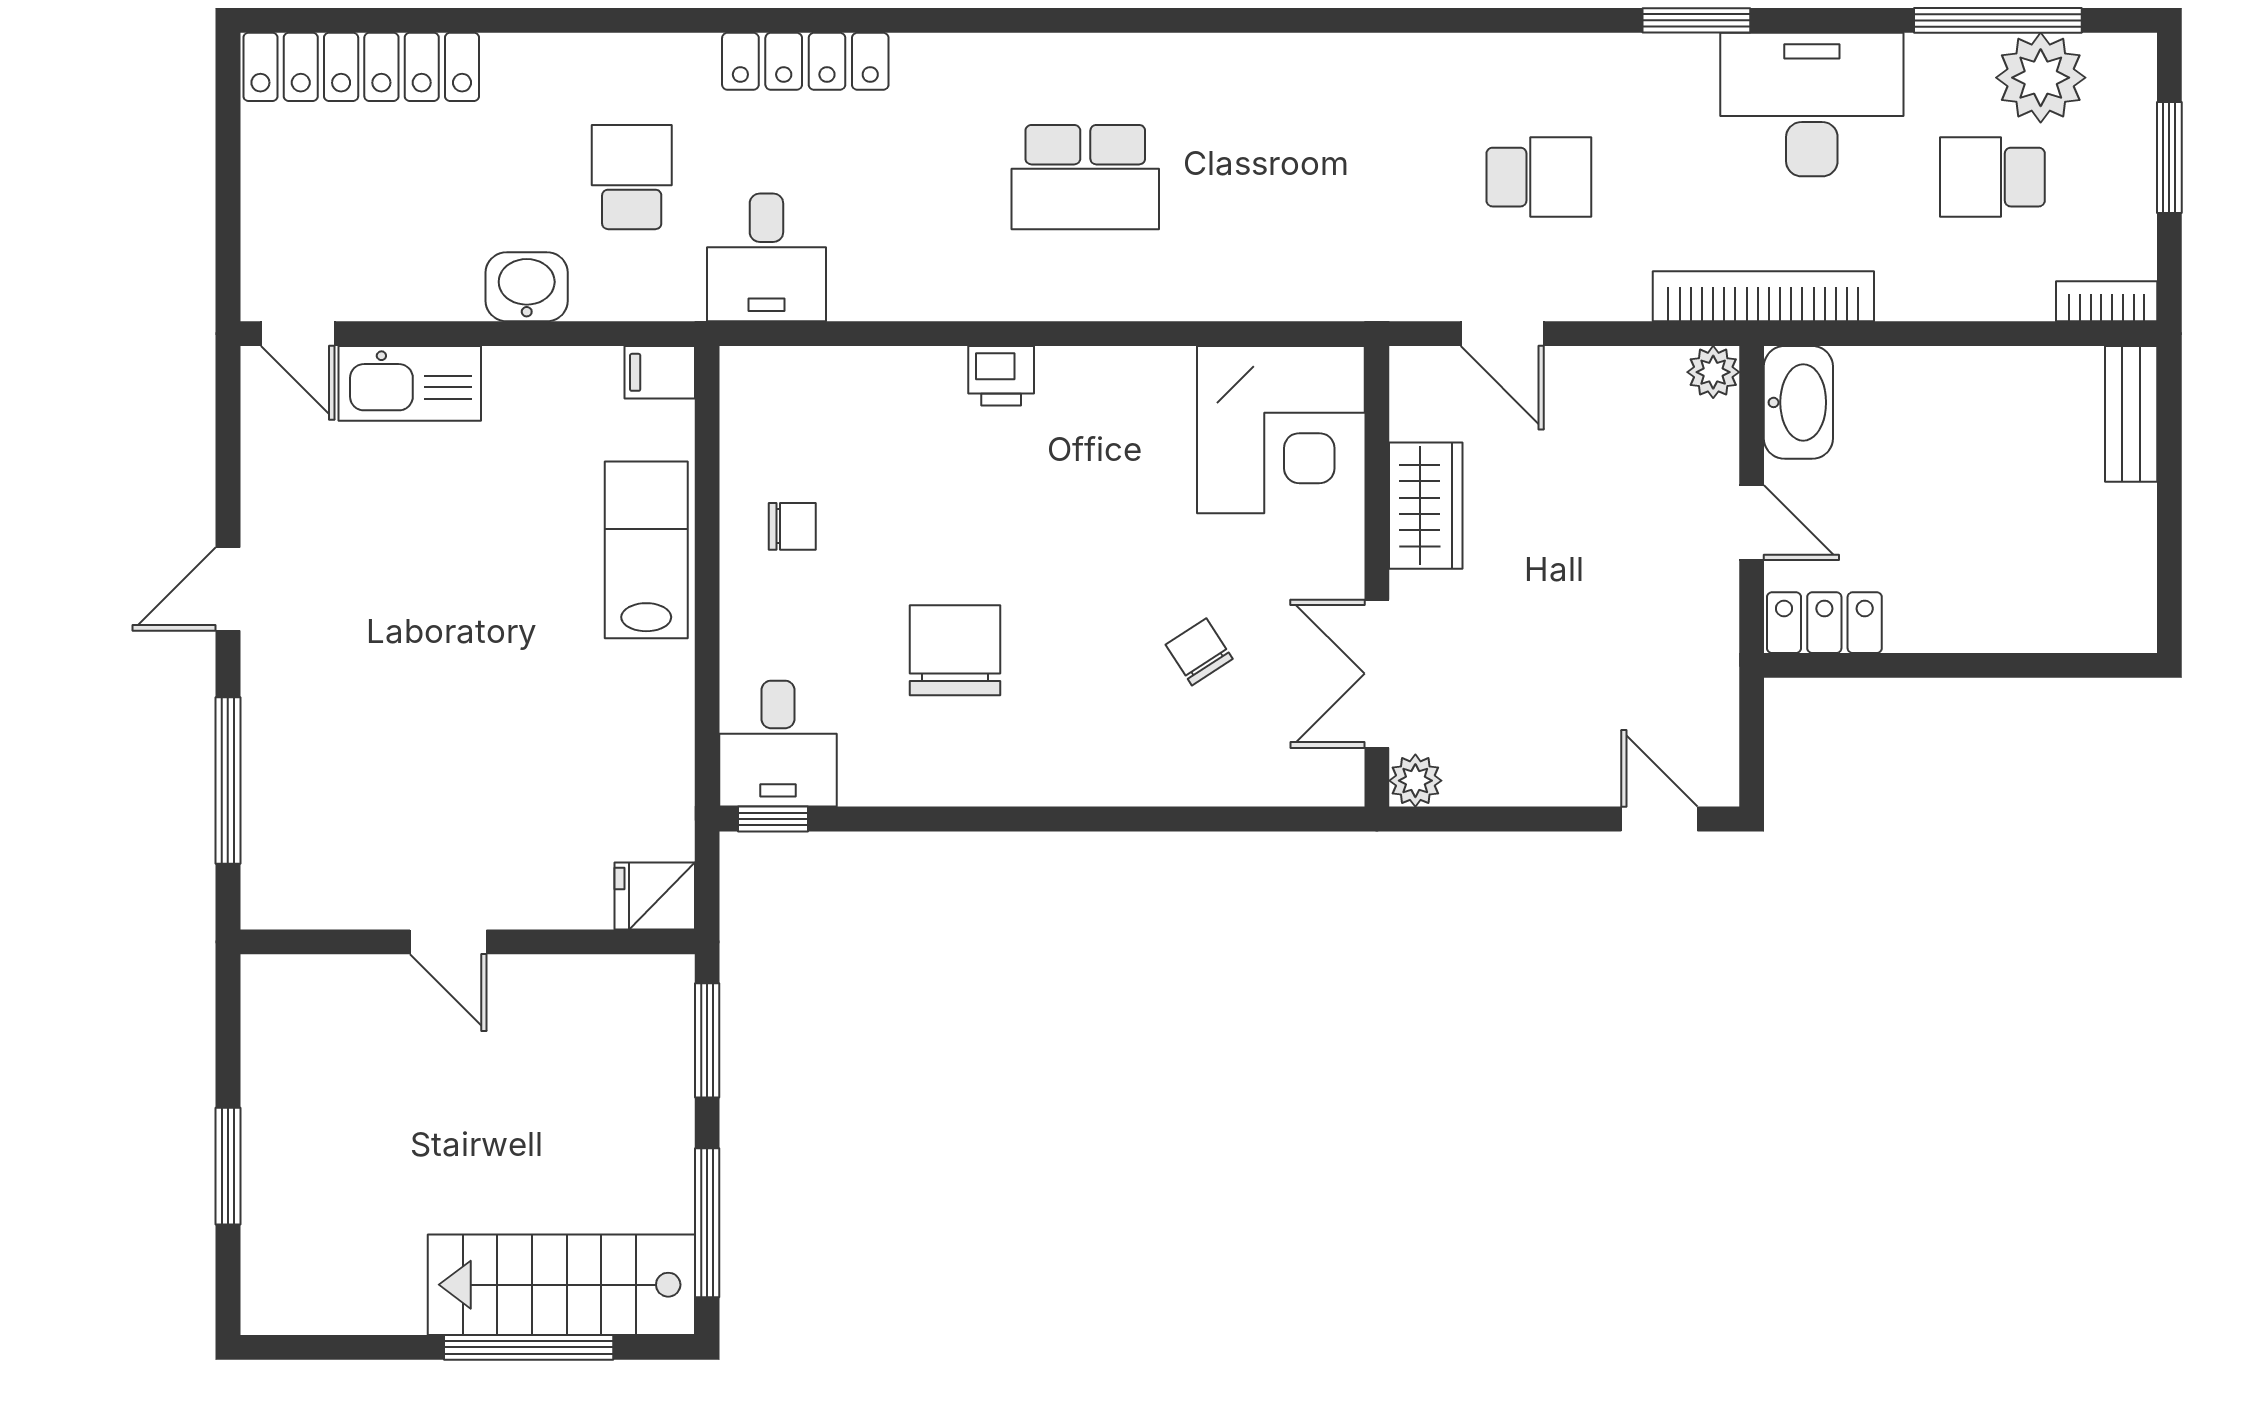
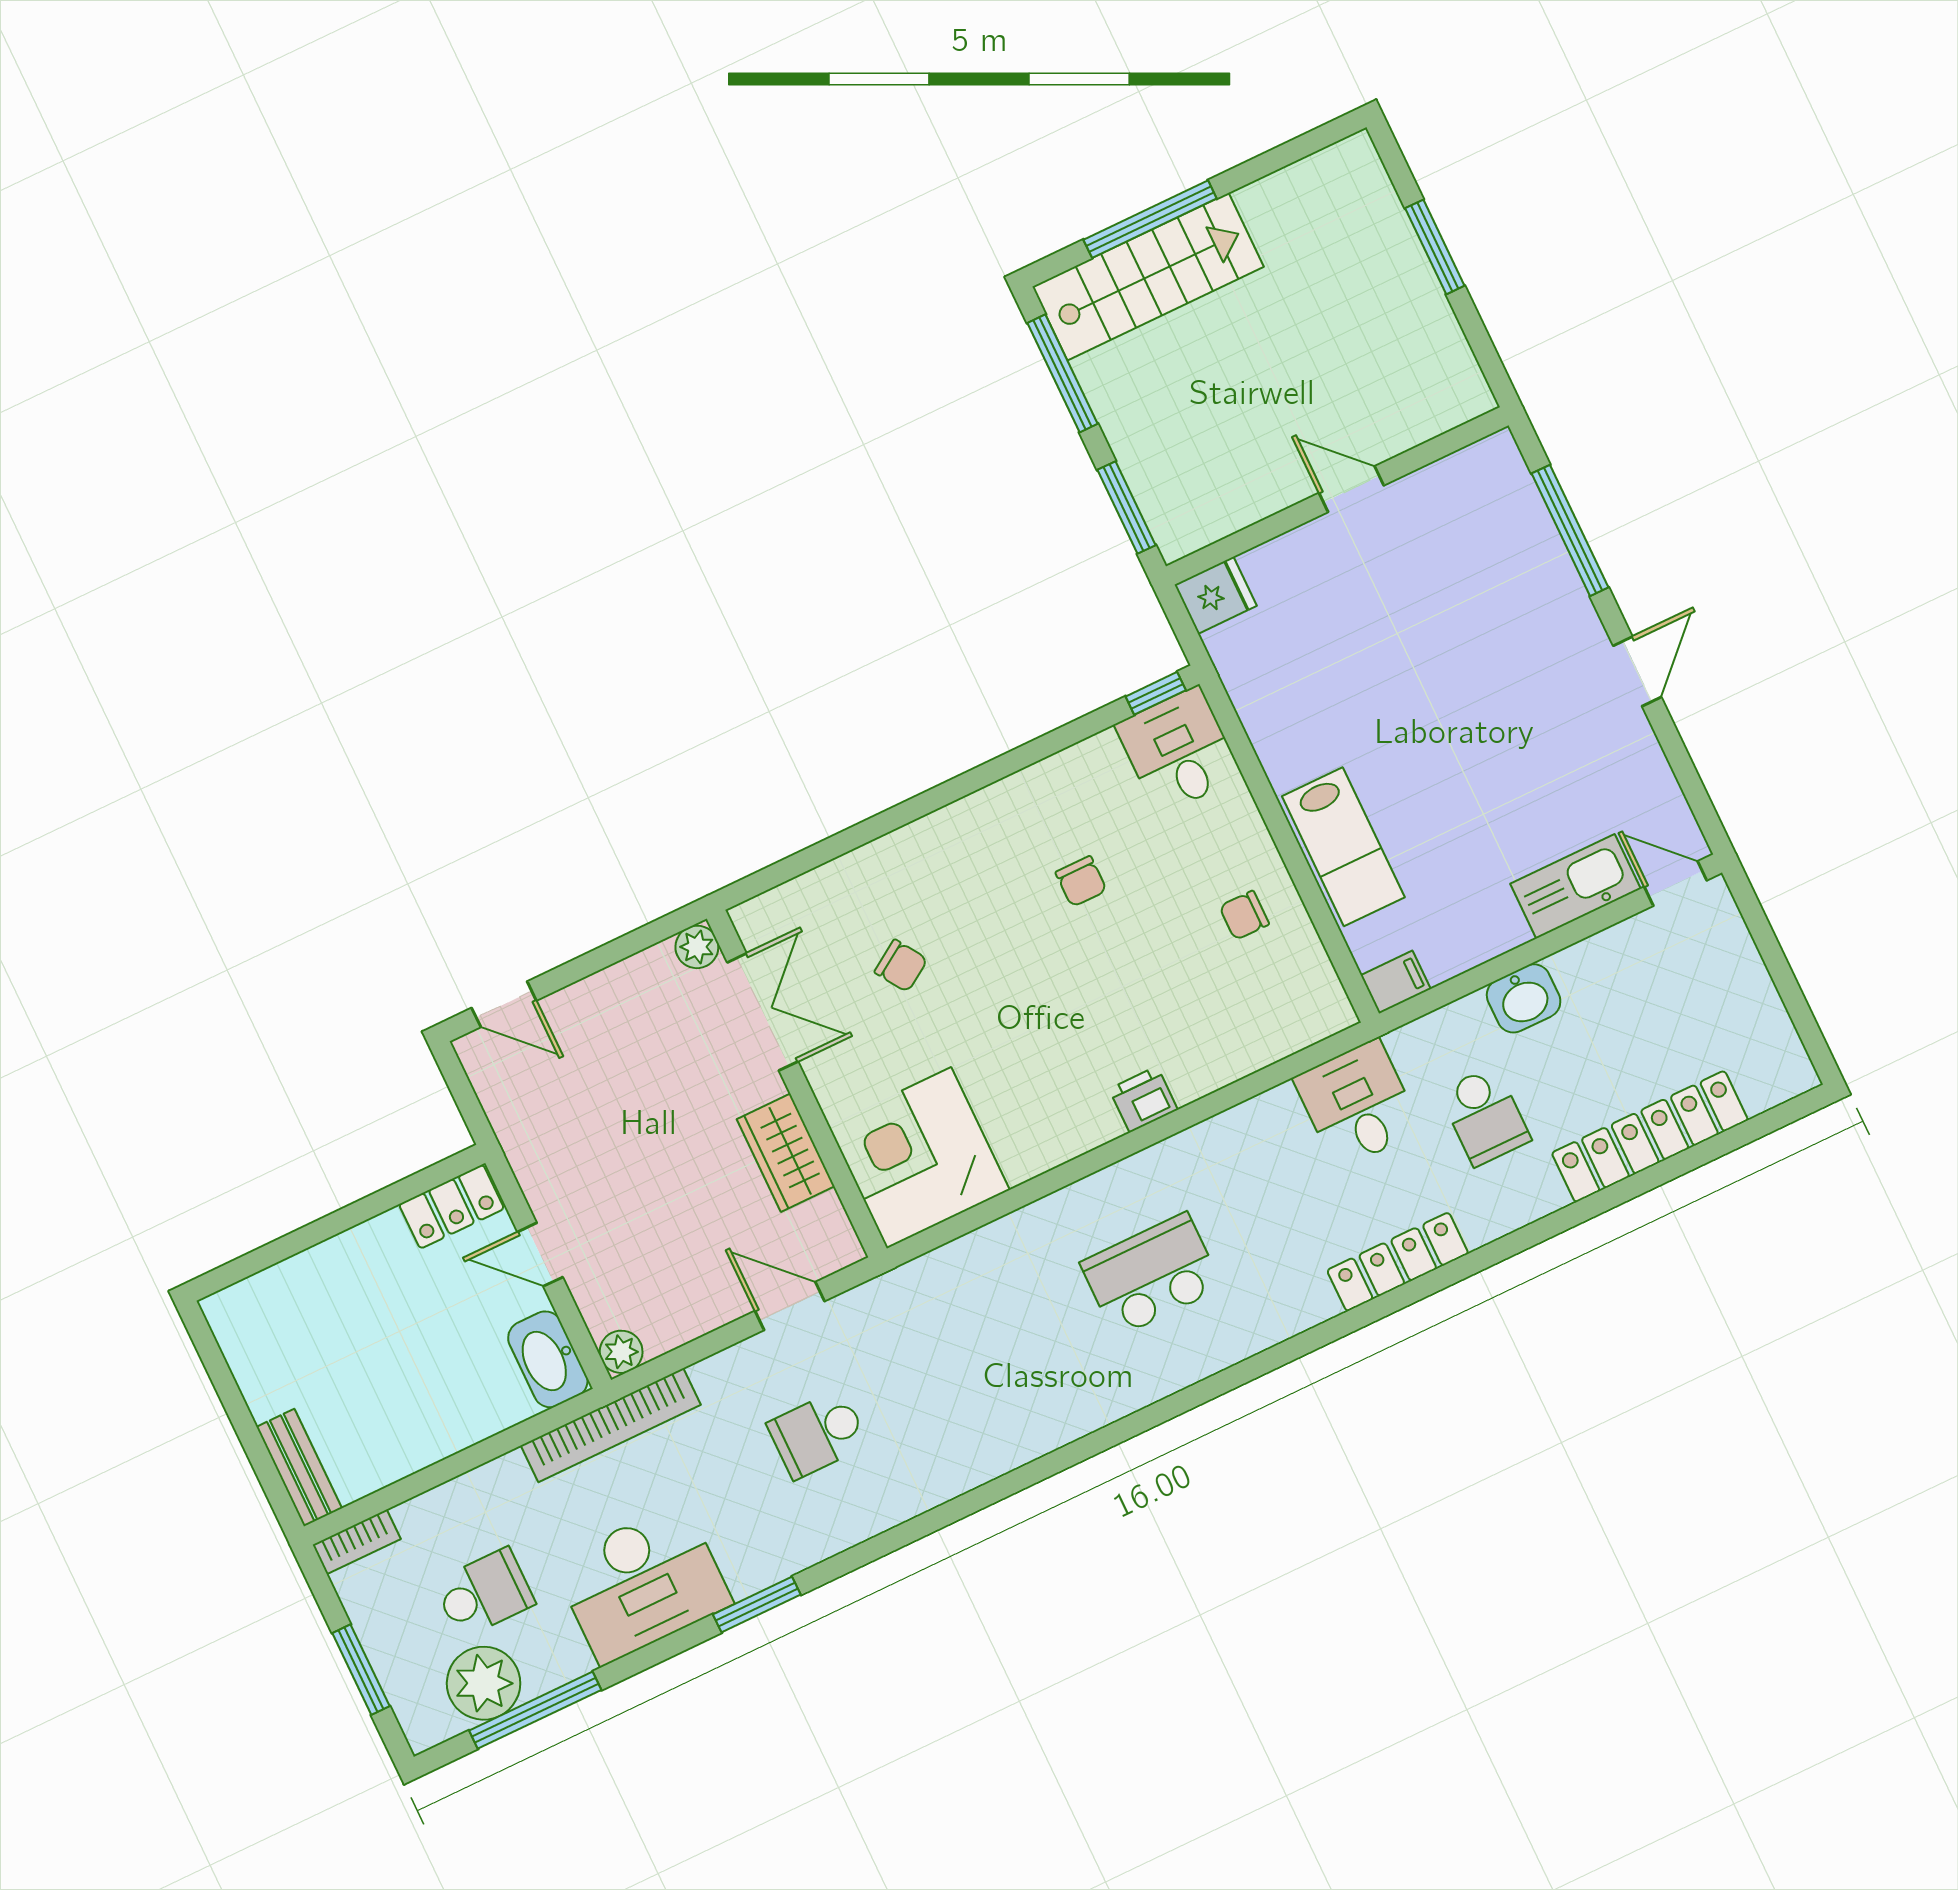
locker: (361, 67) -> (1650, 1137), moved
chair: (955, 650) -> (1081, 881), width x0.54, depth x0.54

